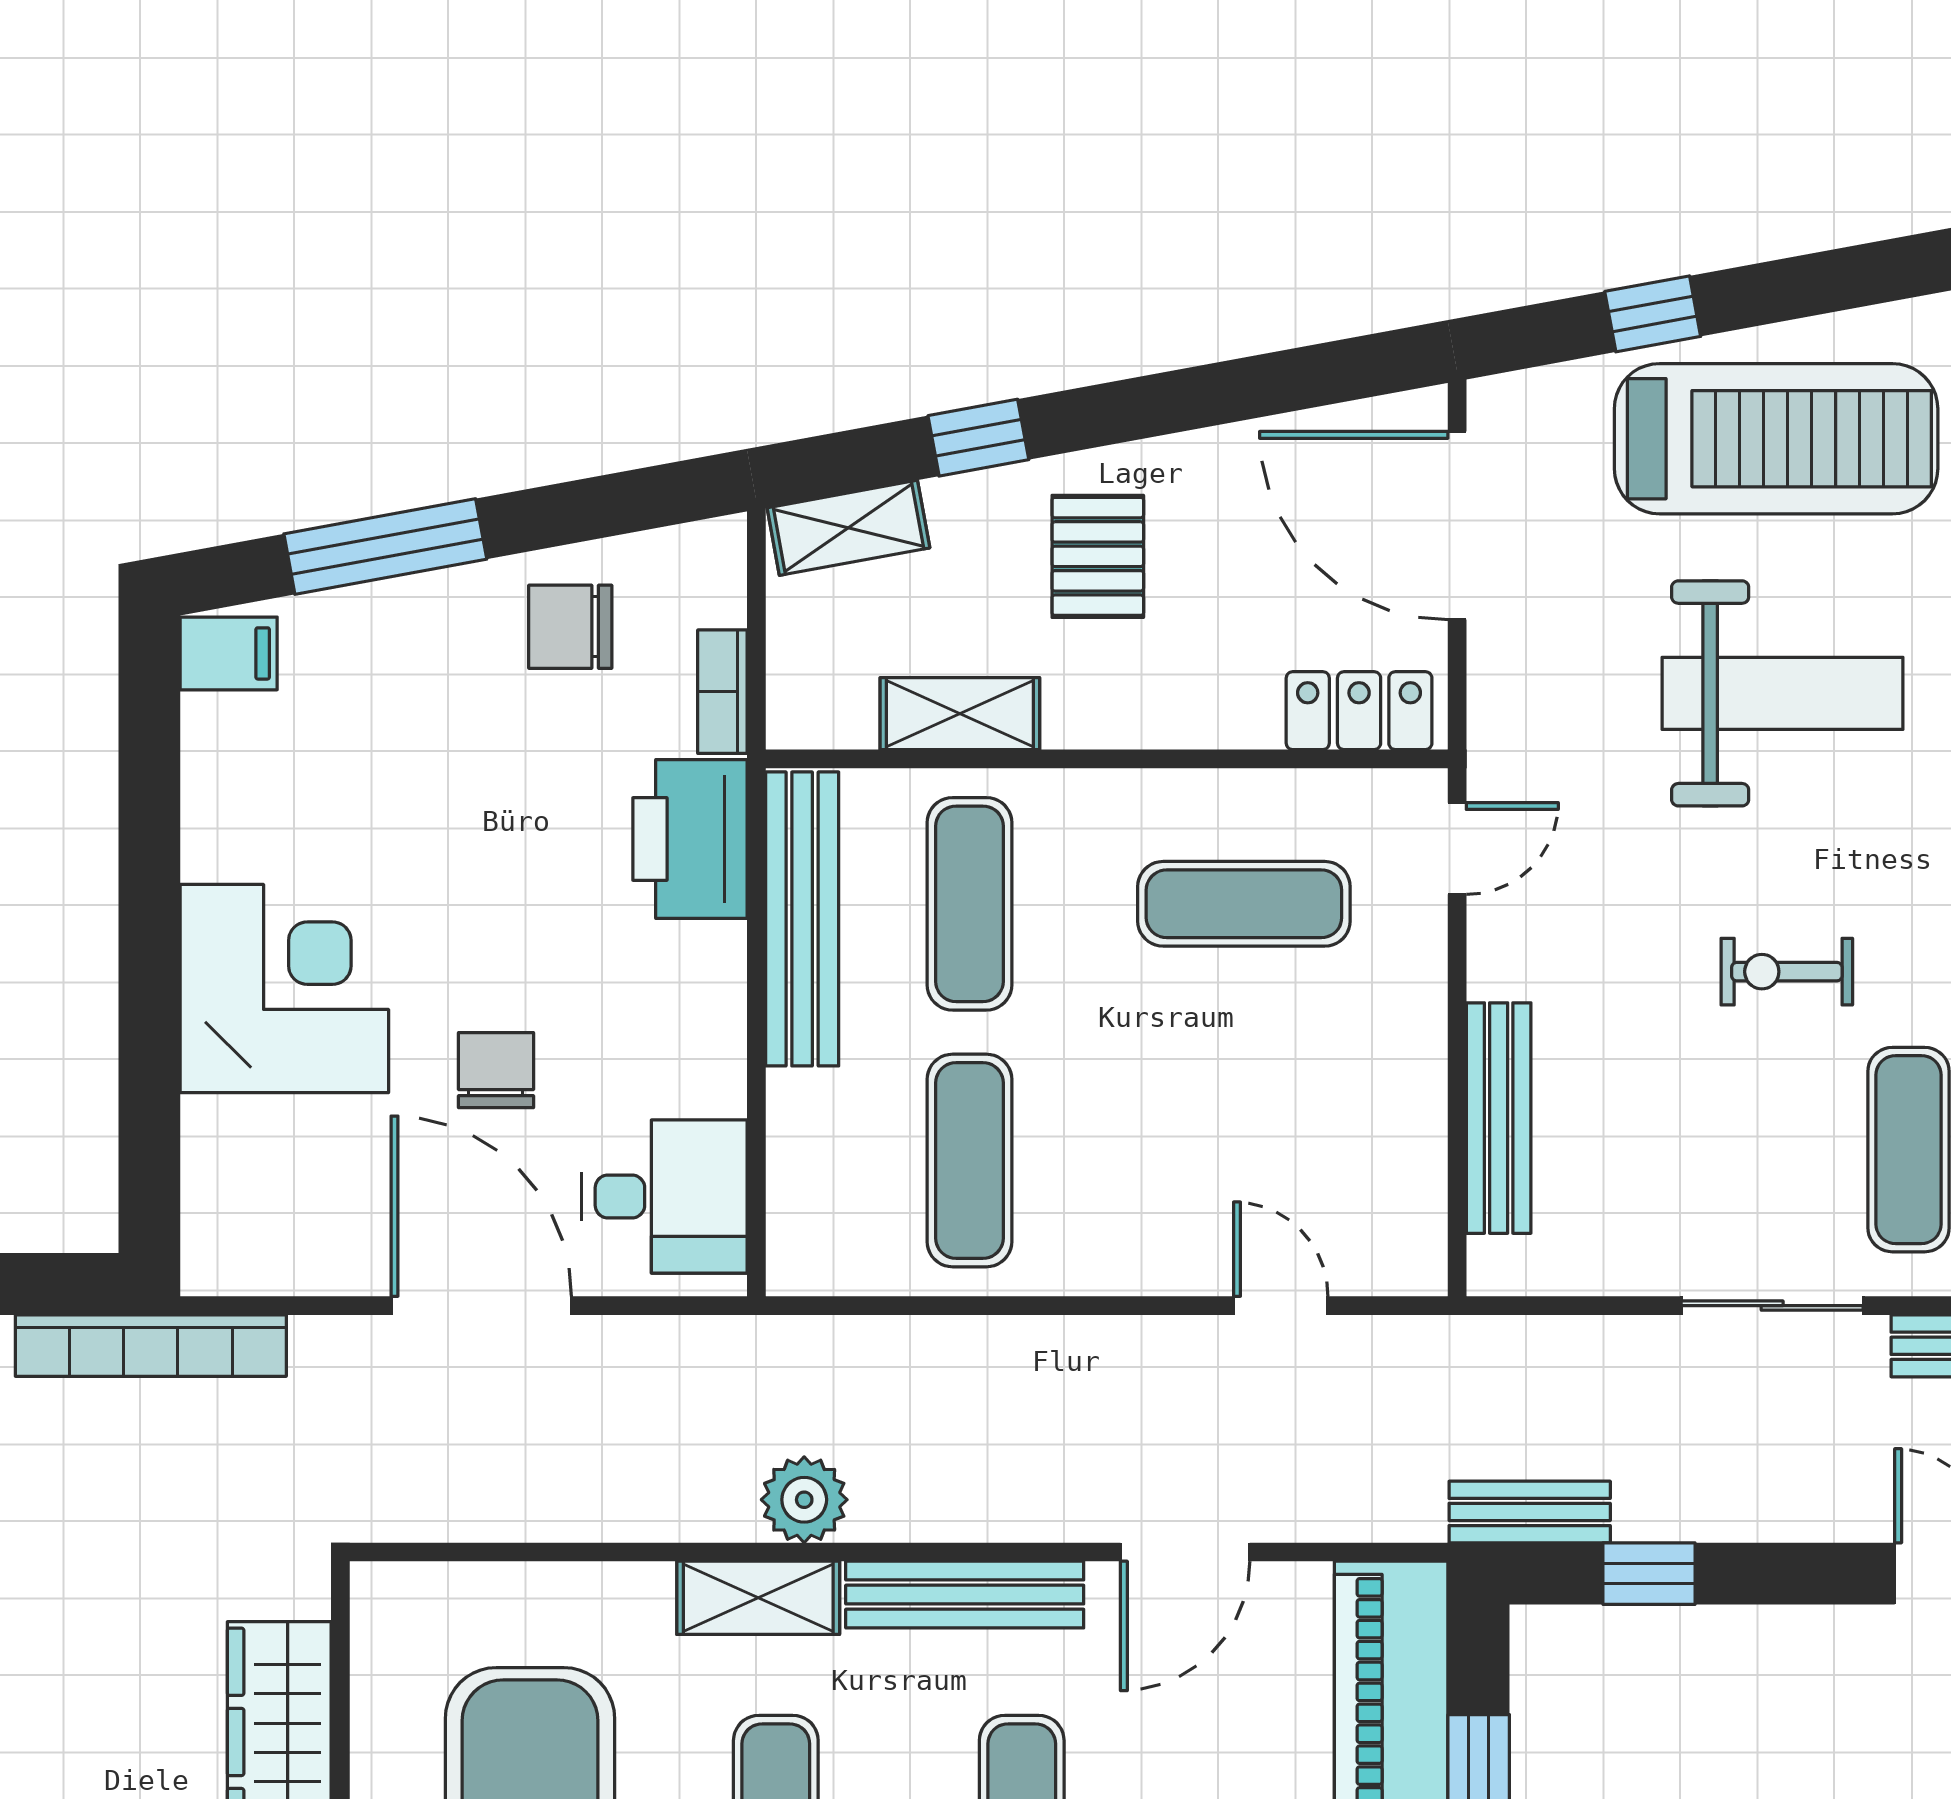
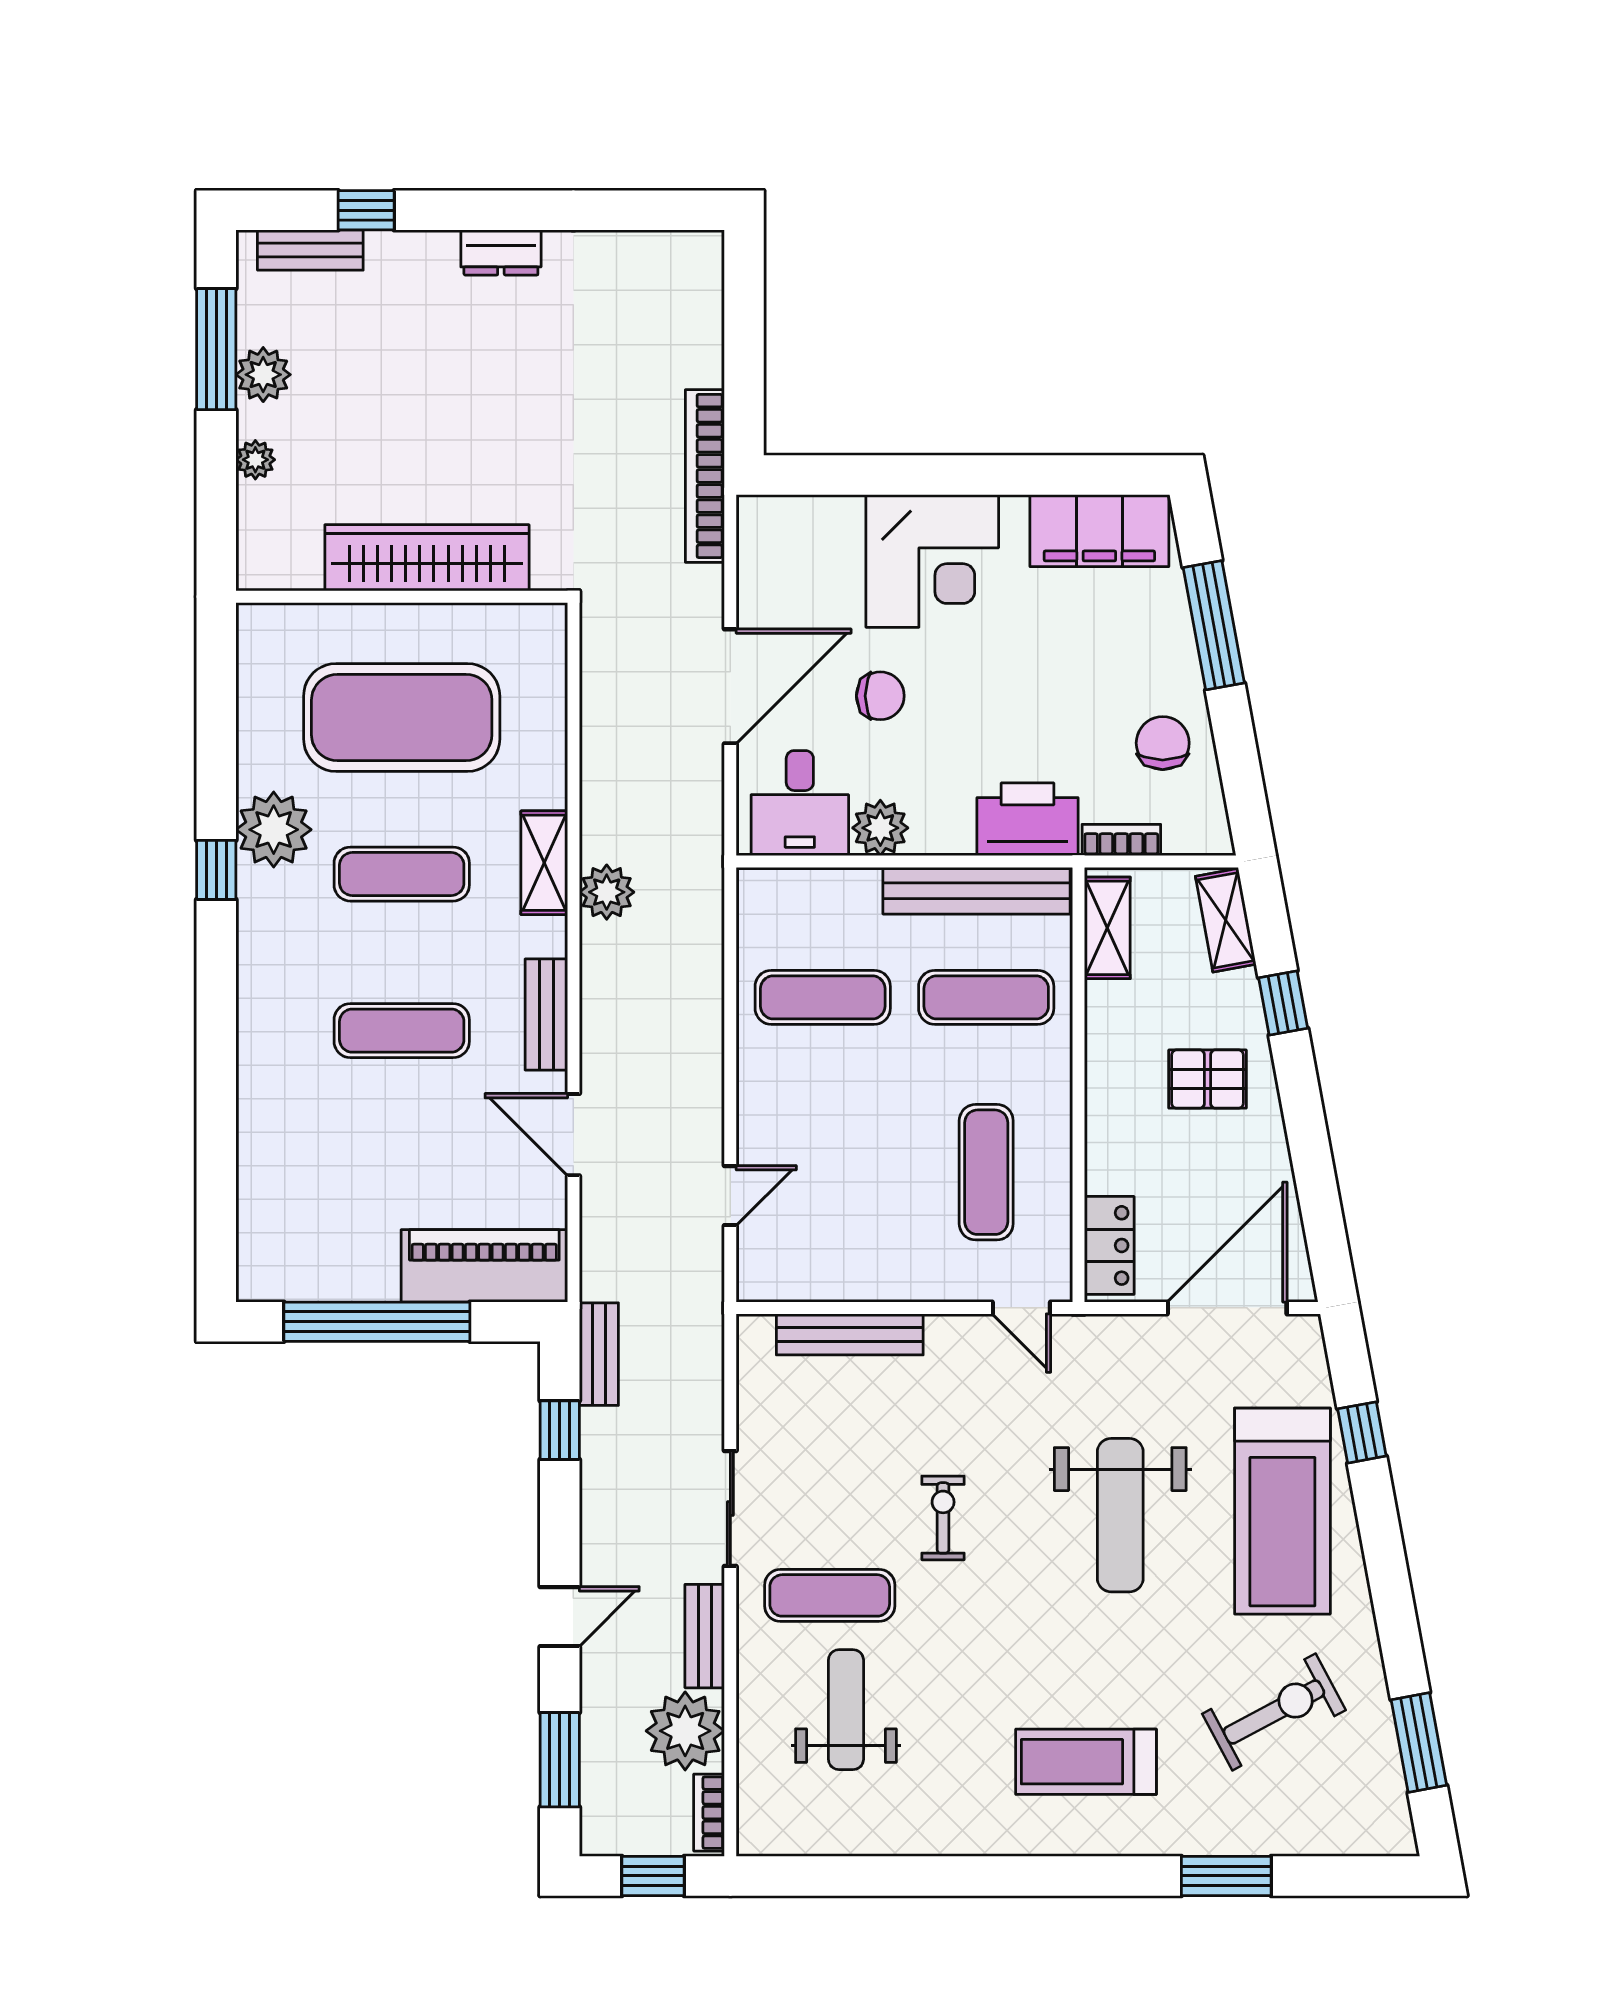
filing cabinet: (229, 653) -> (1099, 531), width x3.00, depth x1.17
shelving: (960, 714) -> (1107, 928), moved
plant: (703, 1070) -> (880, 828), added
bench: (965, 1595) -> (546, 1015), width x0.73

